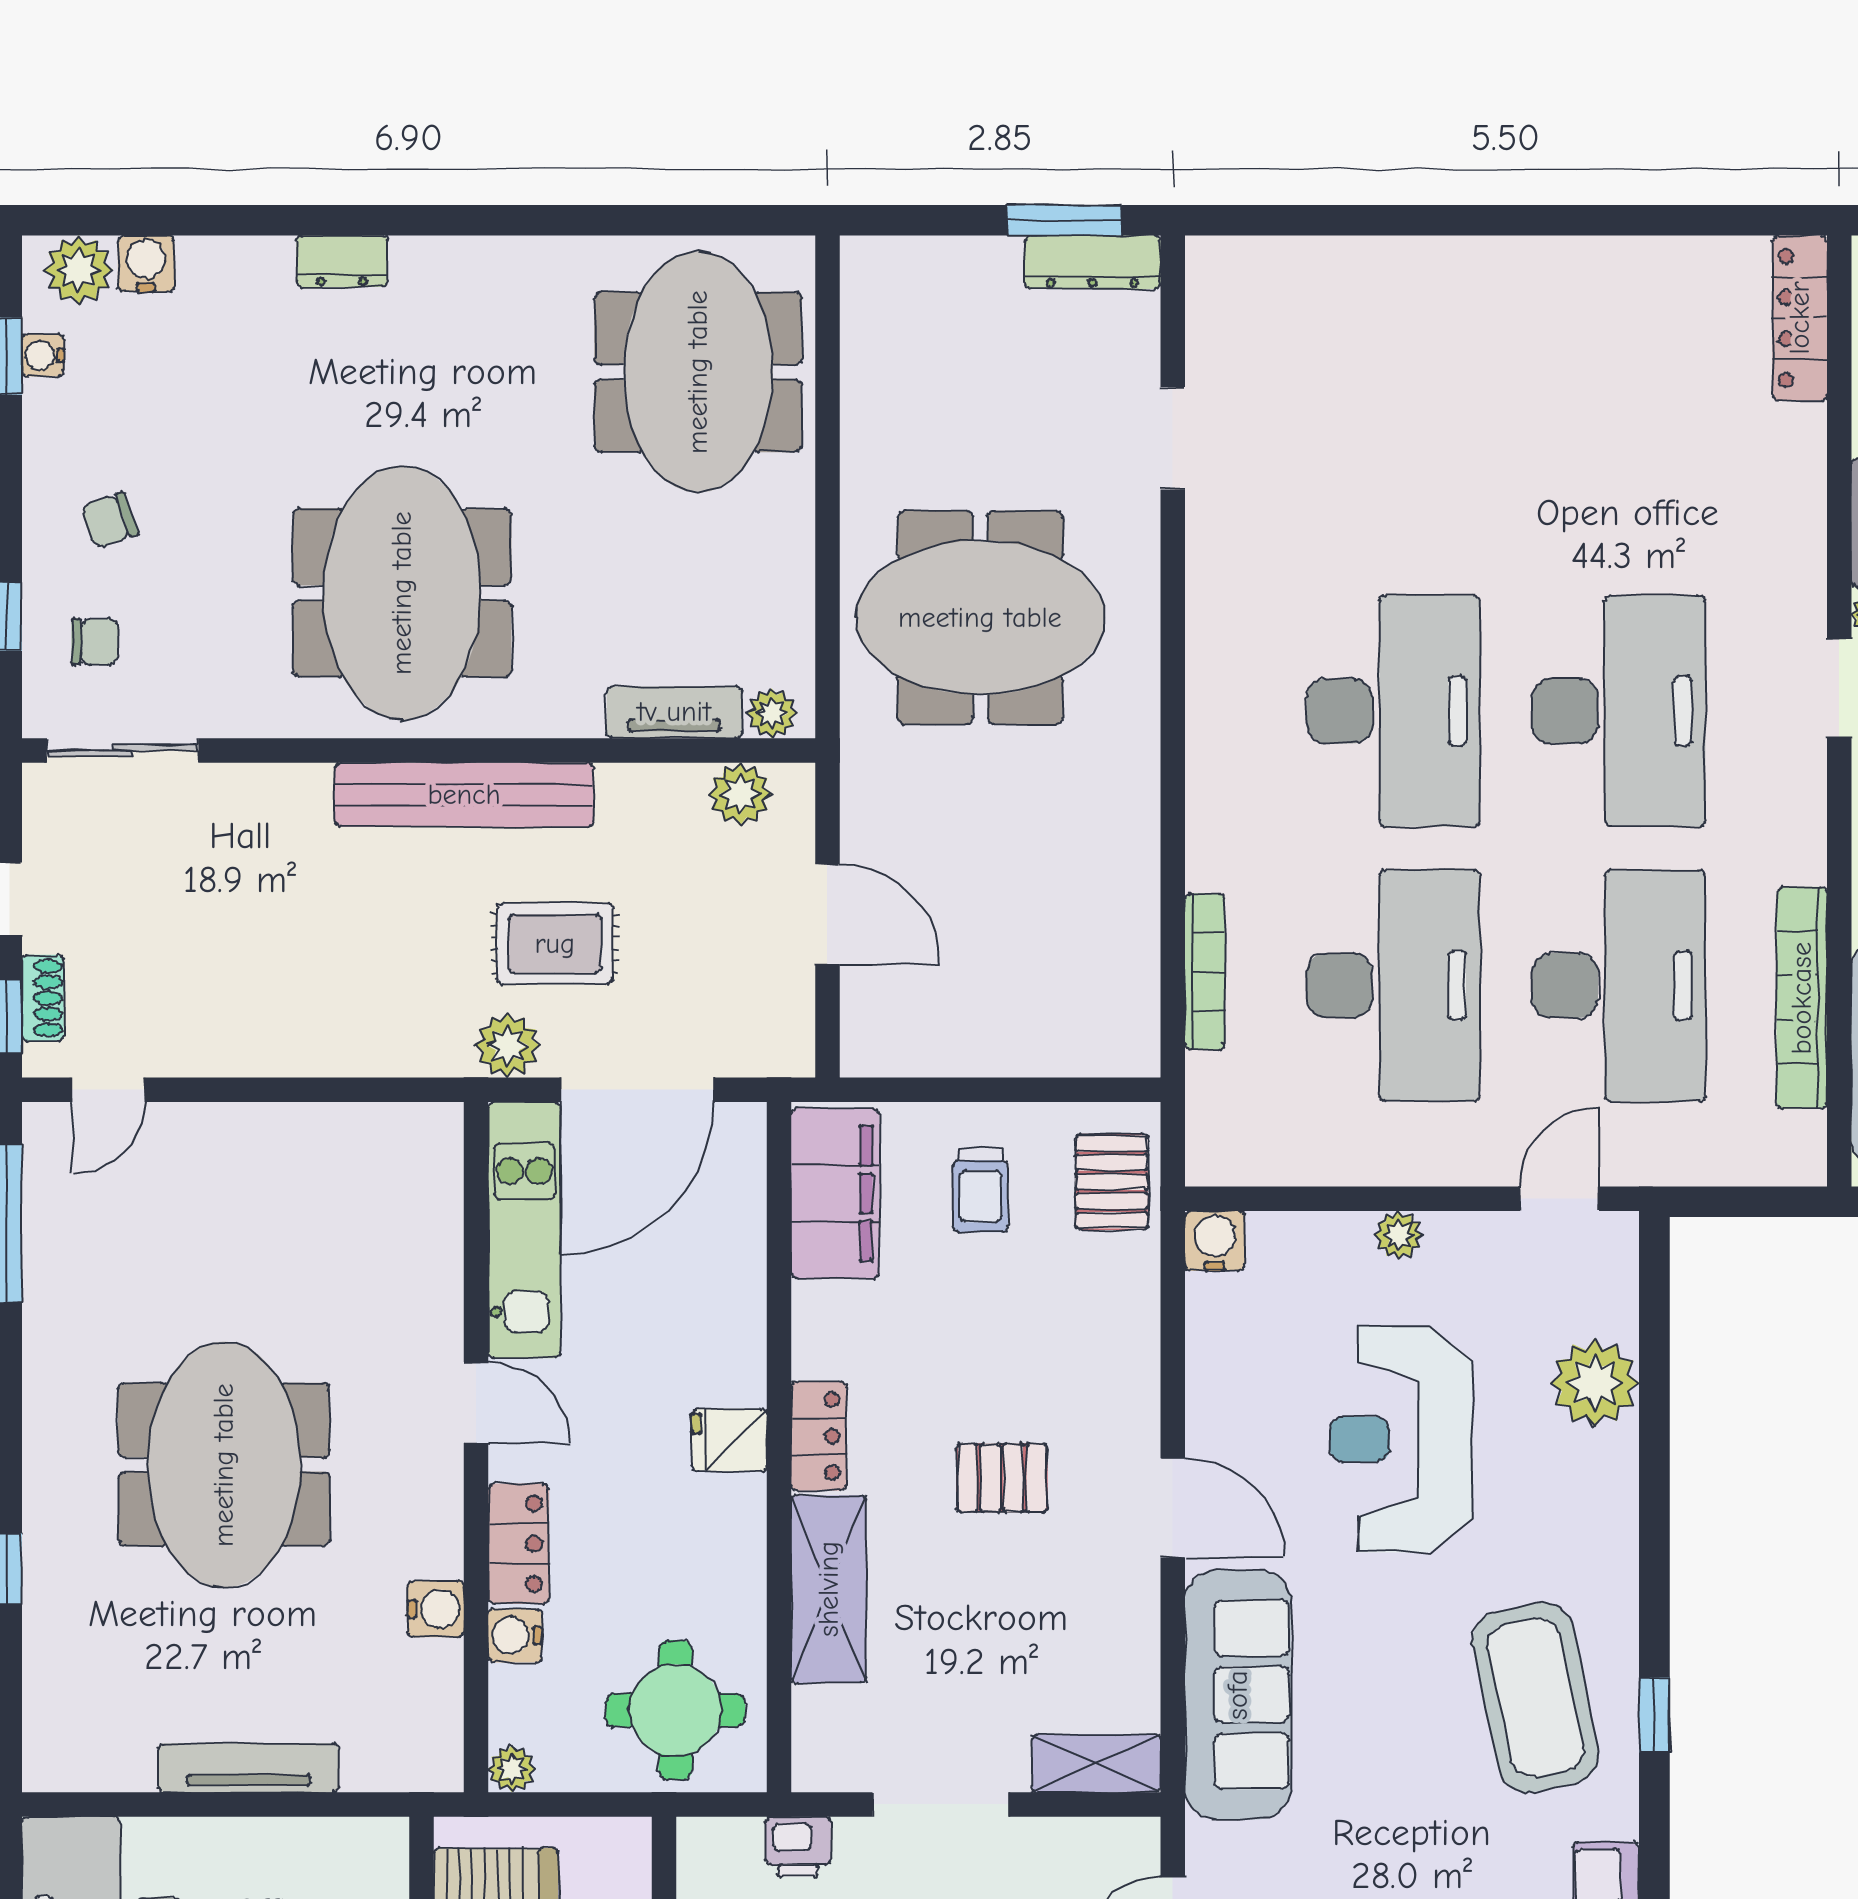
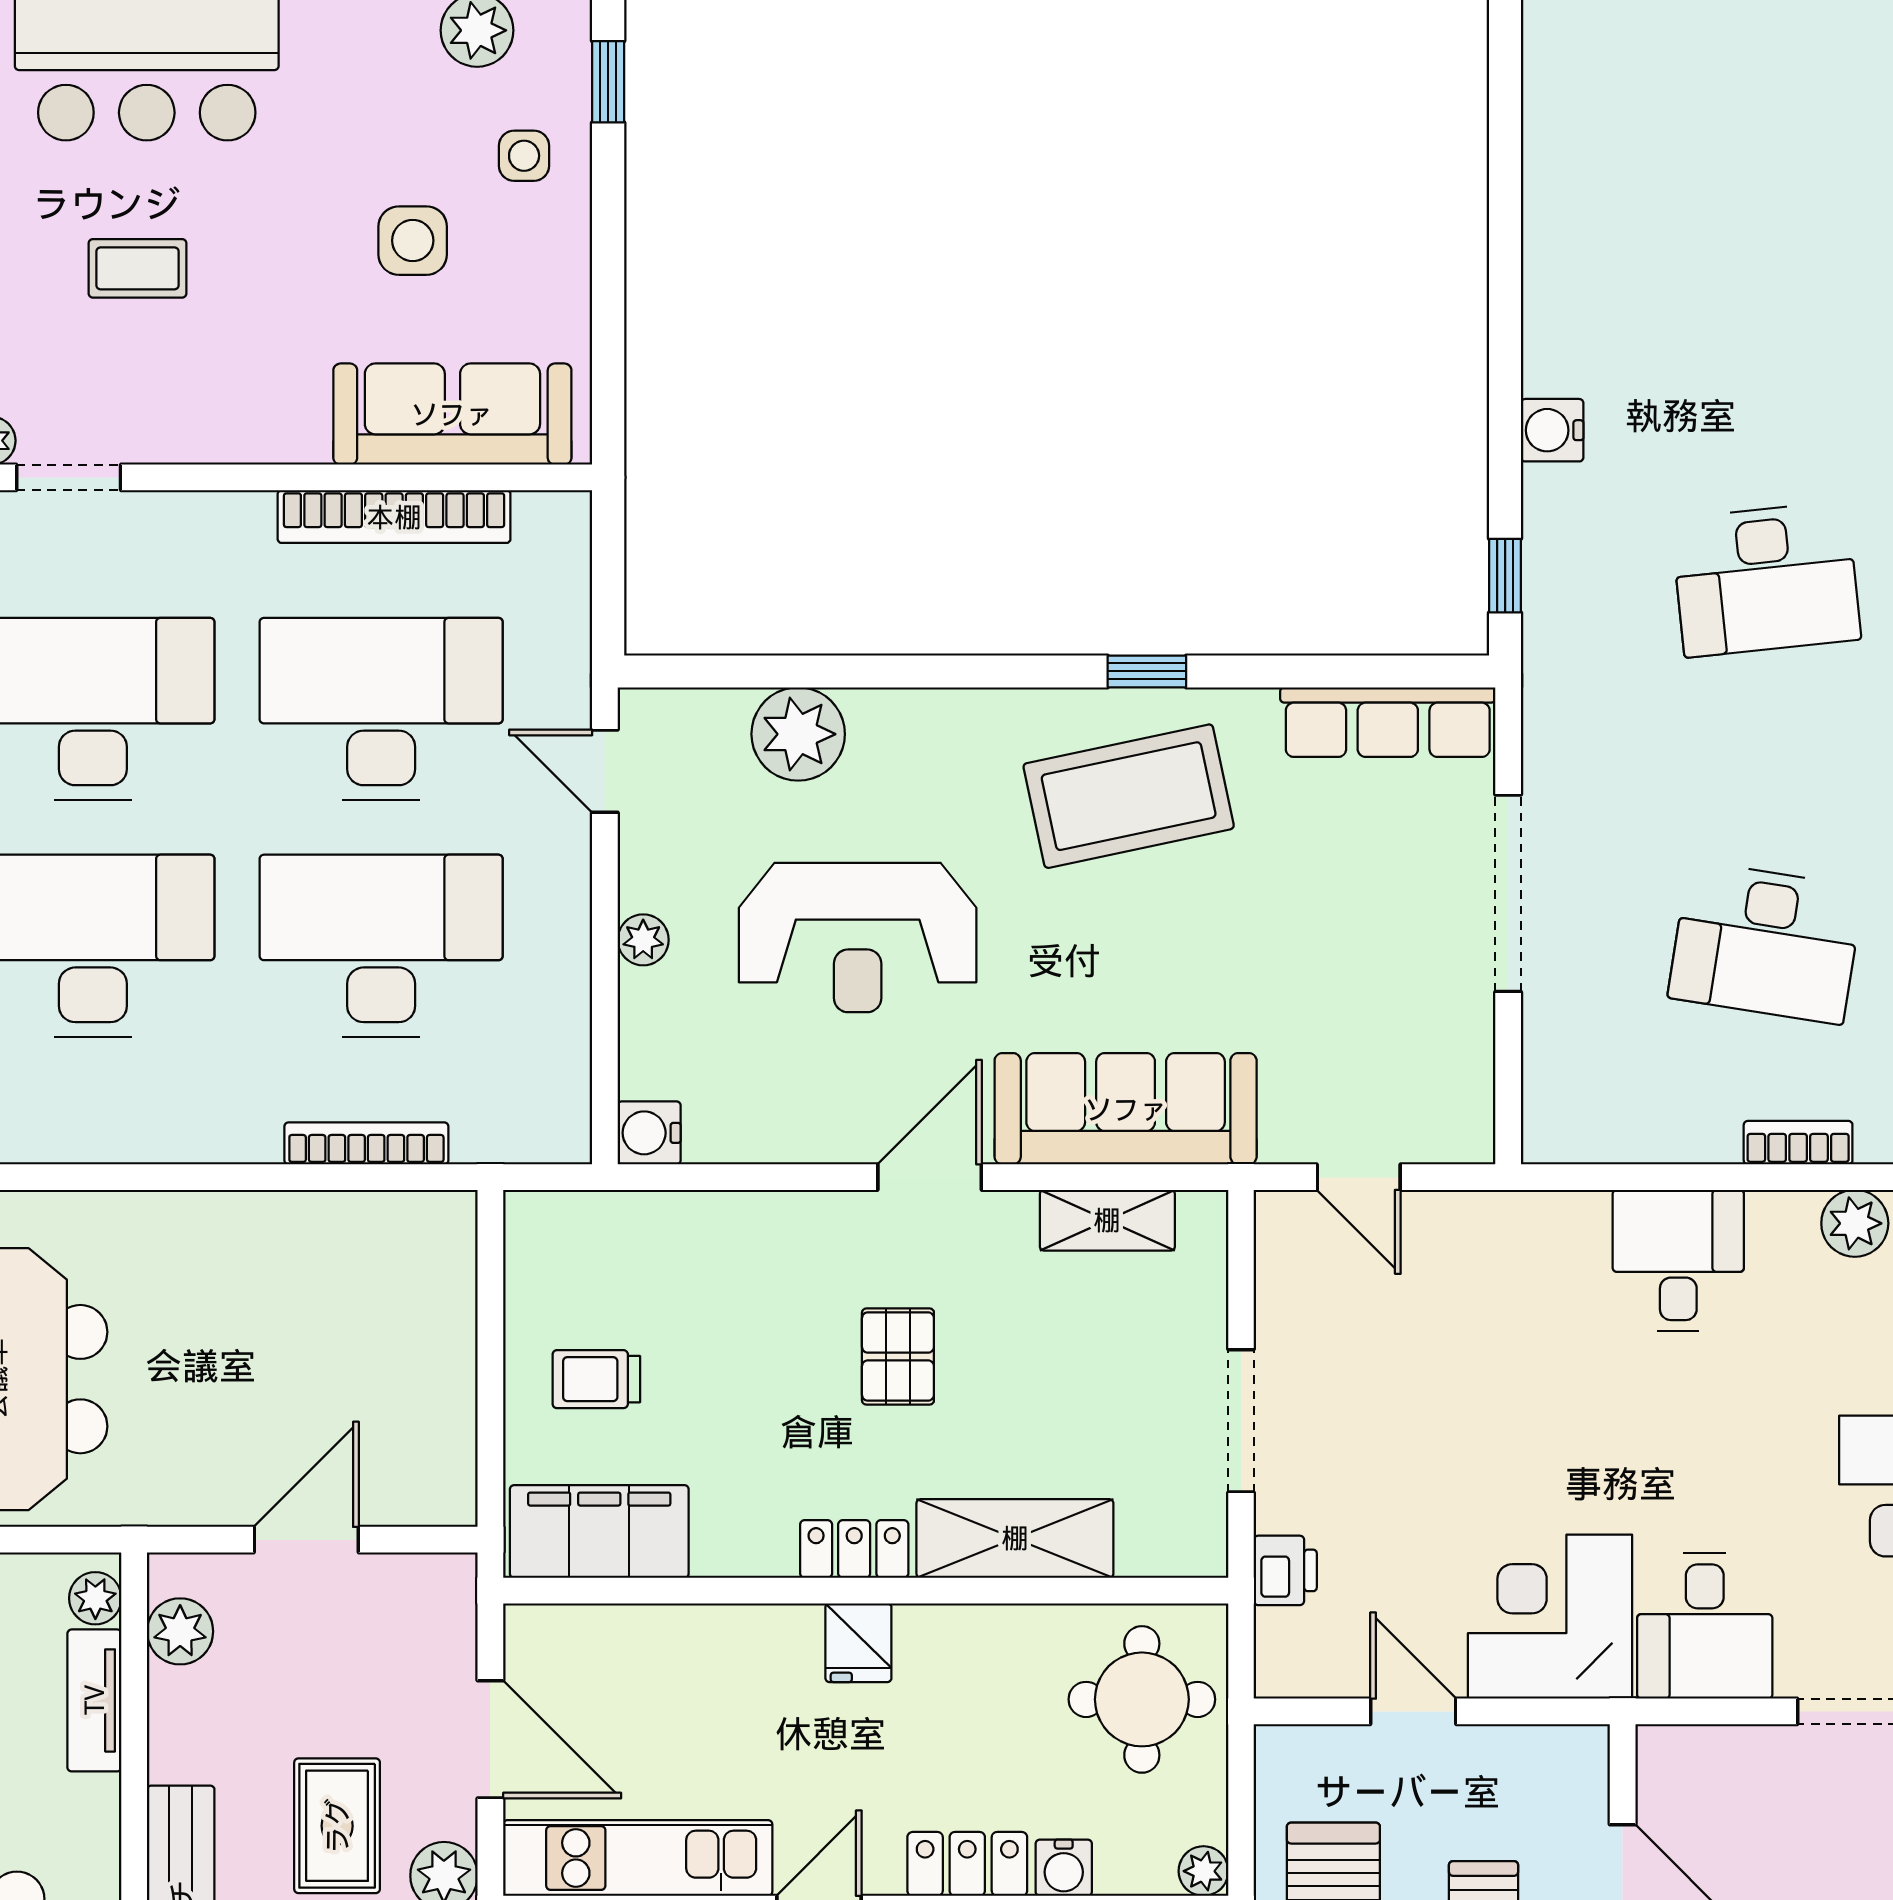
door: (637, 1090) -> (490, 1739), width x0.73
pallet: (1112, 1182) -> (587, 1241), removed
trolley: (980, 1190) -> (596, 1379), turned 180
shelving: (1096, 1763) -> (1107, 1220), moved, turned 90

